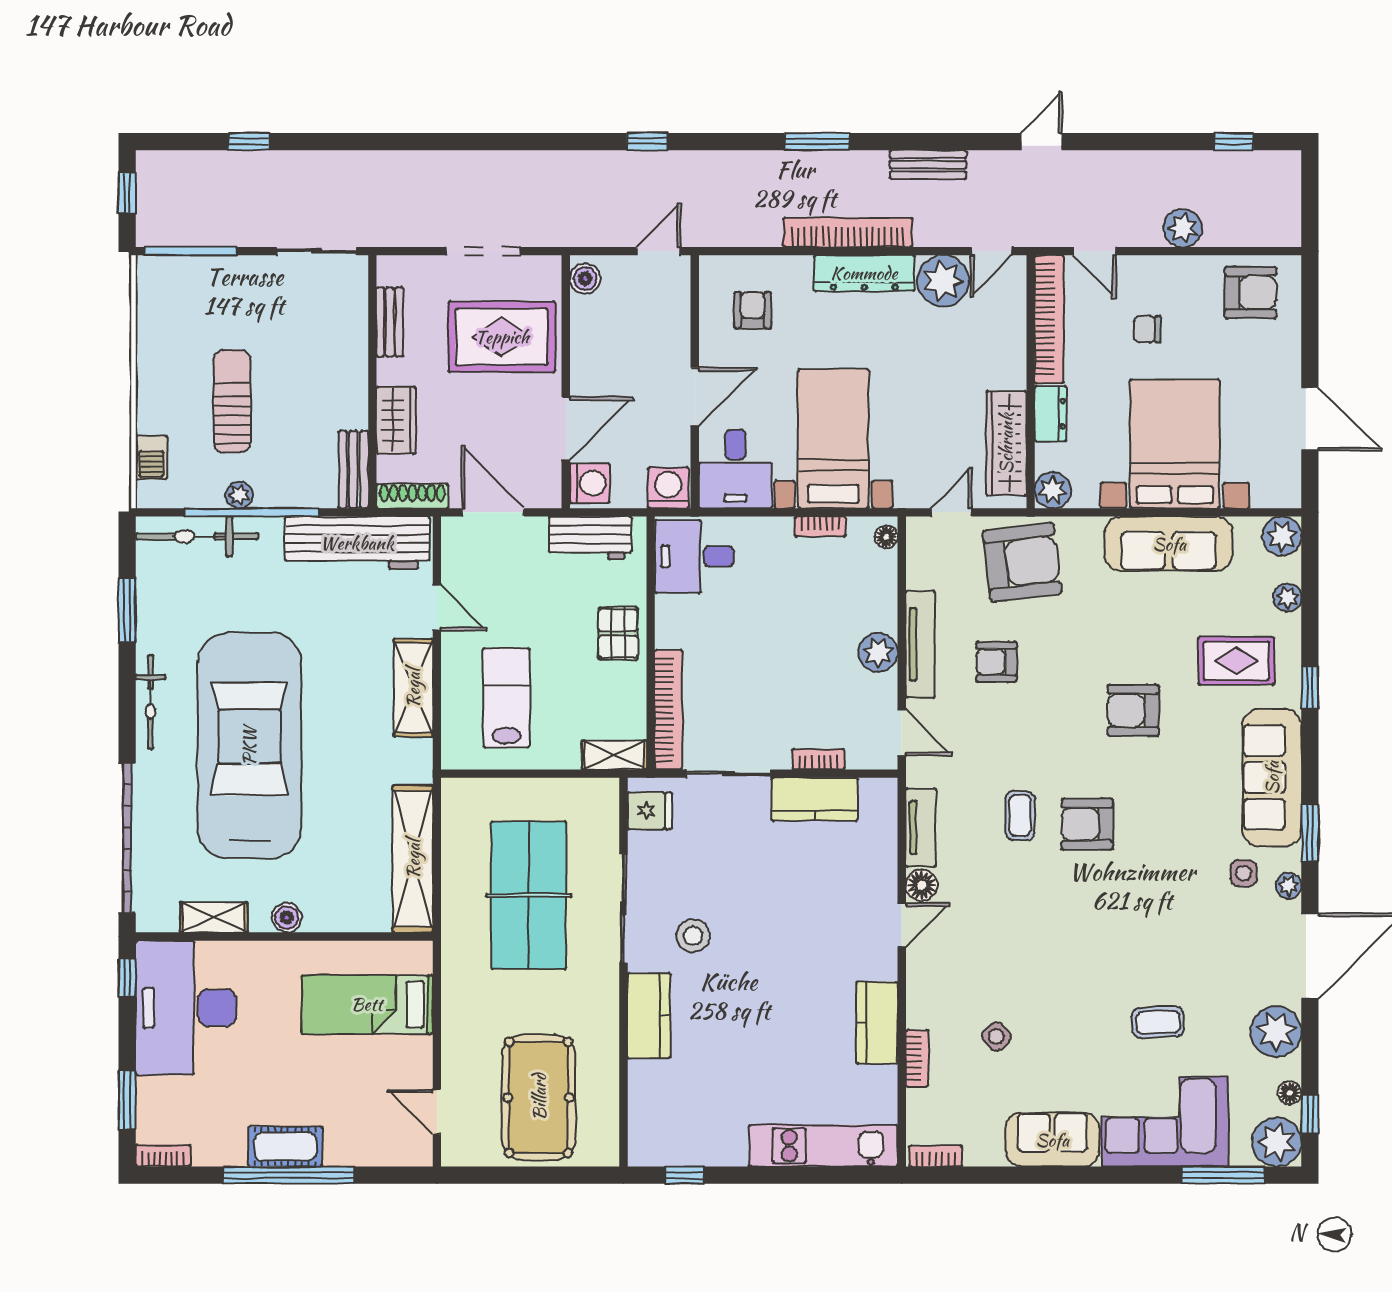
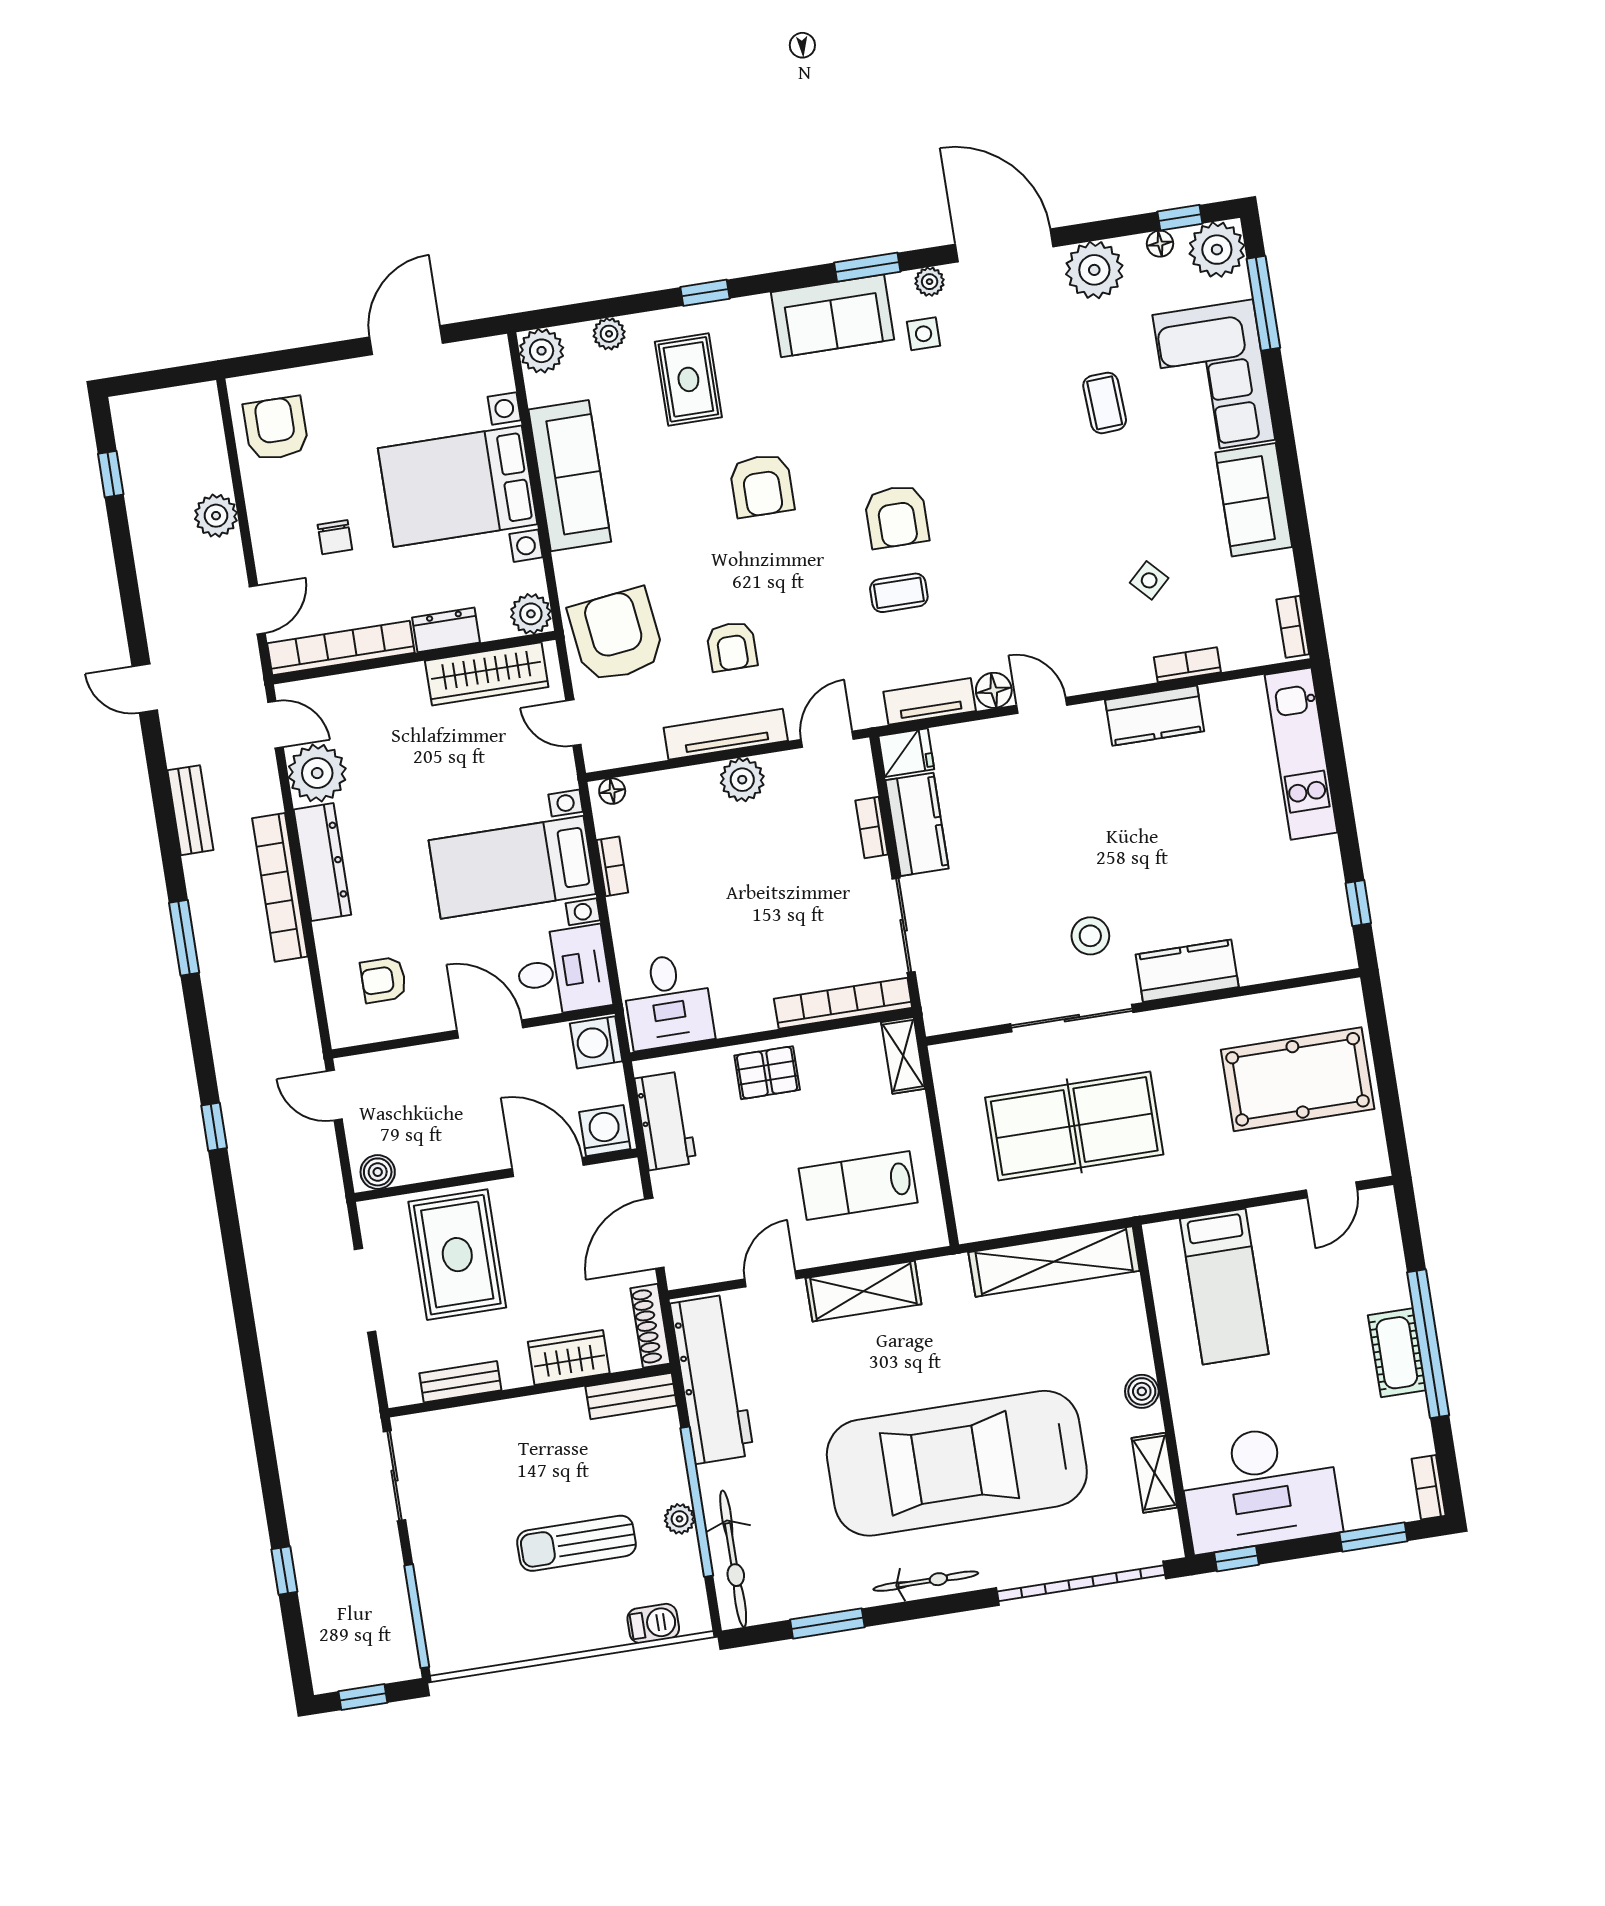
sofa: (1272, 778) -> (833, 316), width x0.73
fridge: (650, 811) -> (906, 753), moved, turned 90

